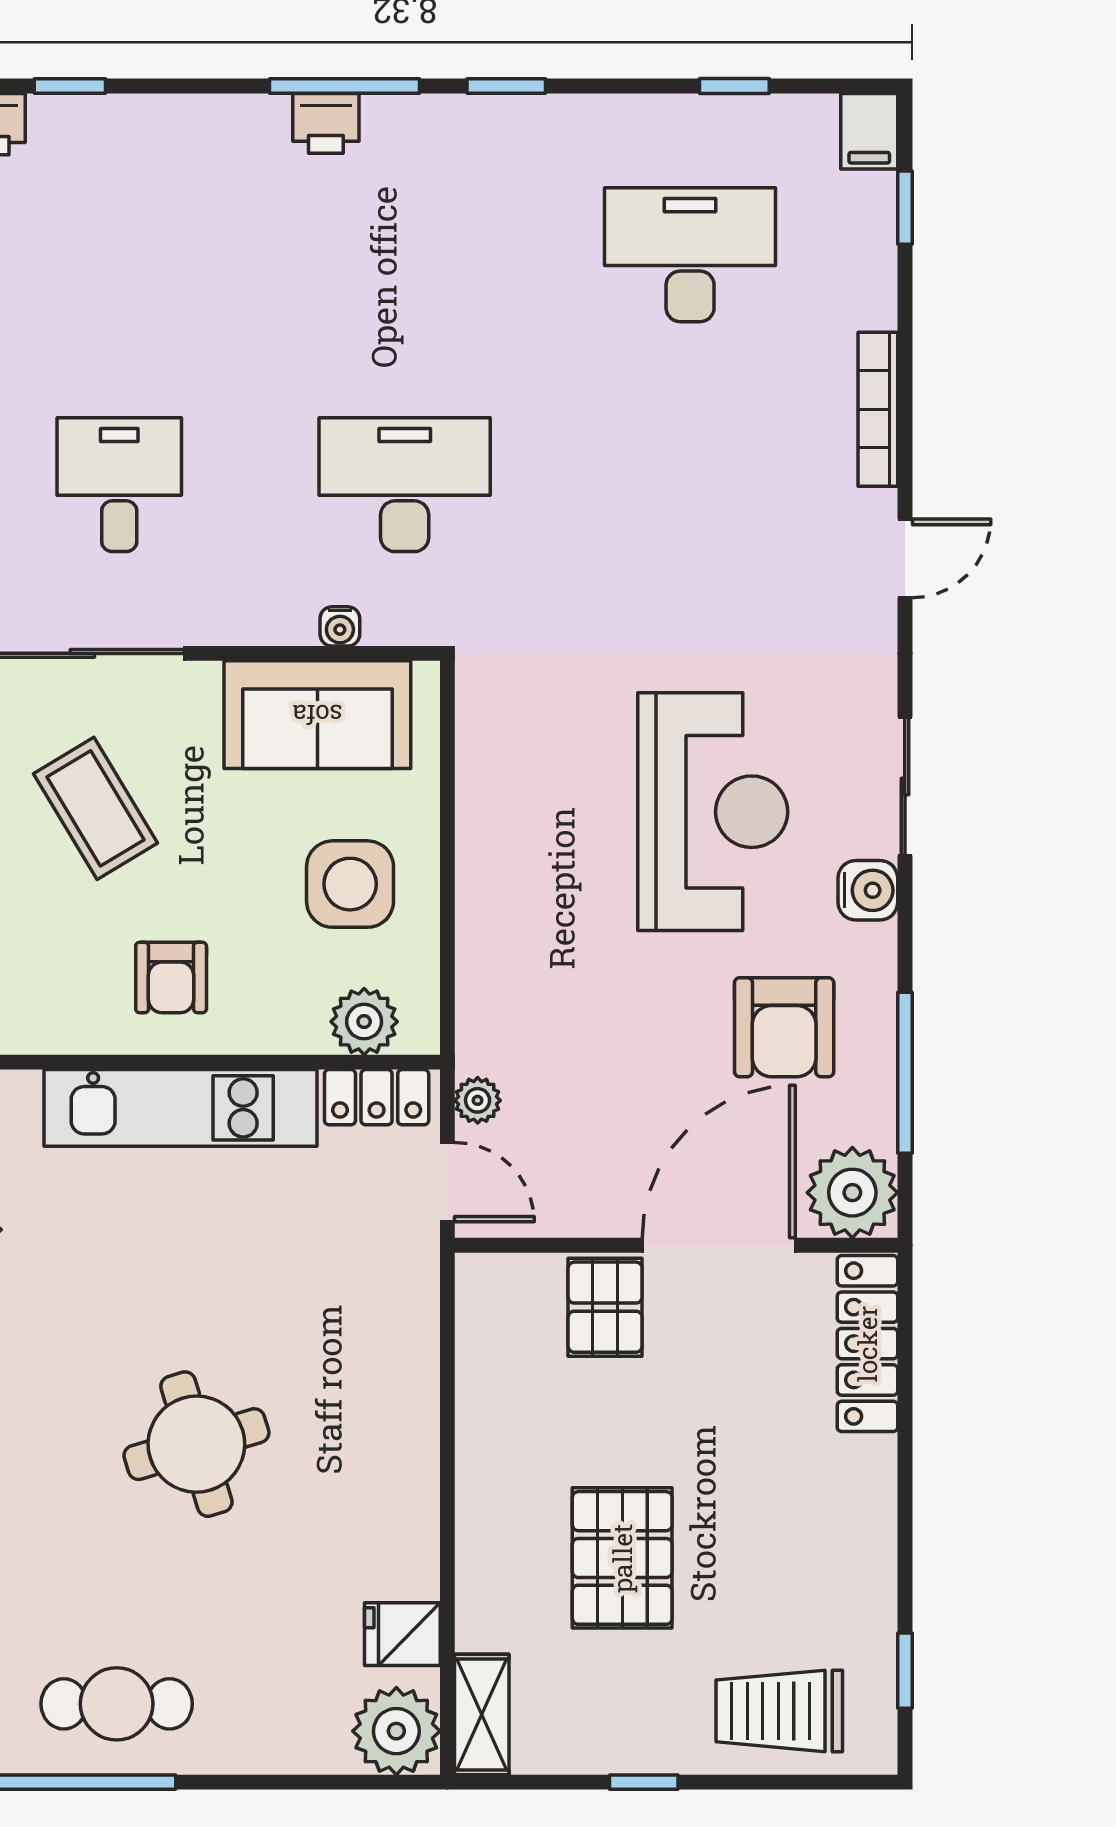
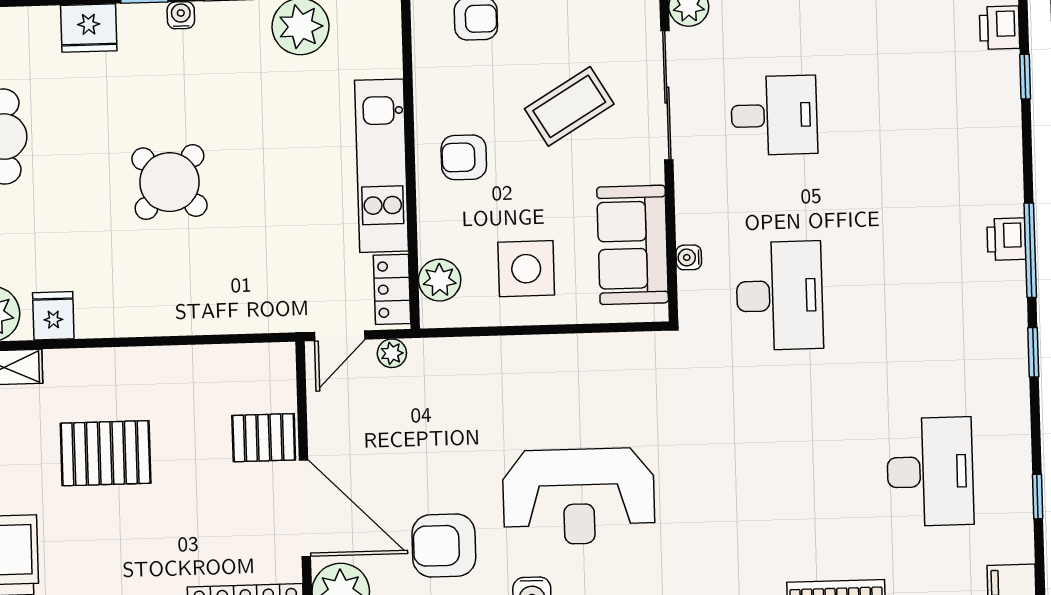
round table: (196, 1444) -> (169, 182), turned -30

